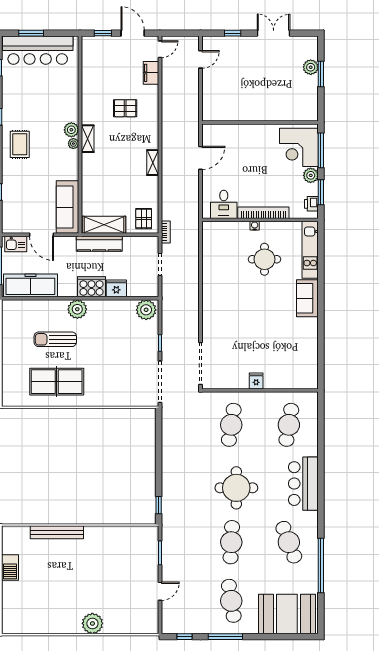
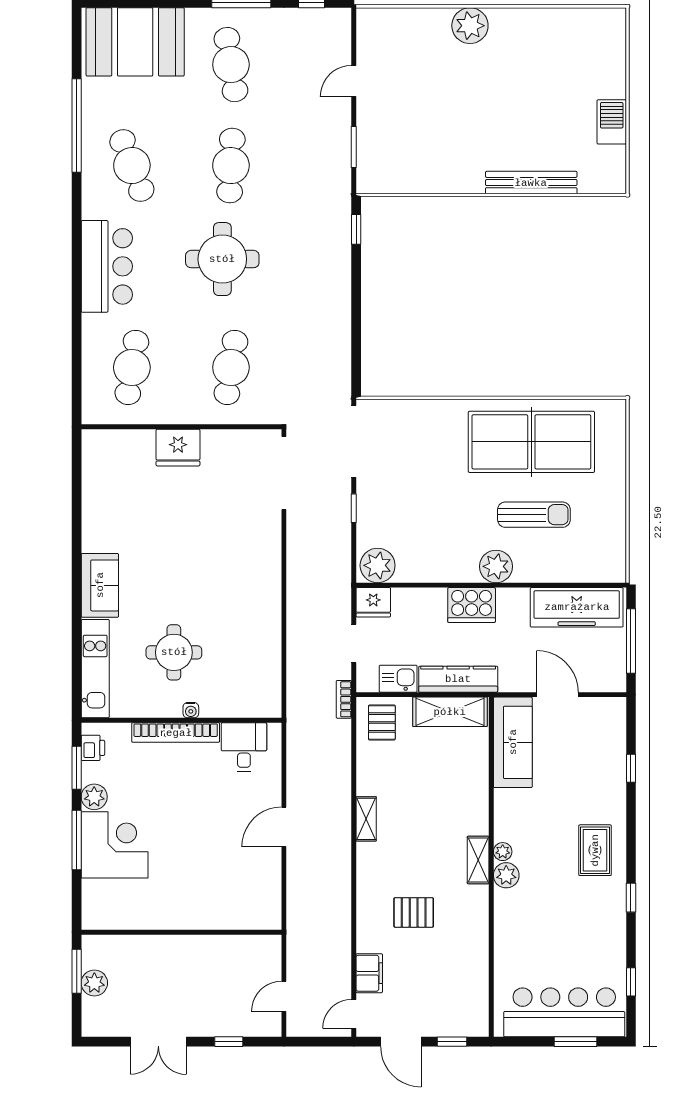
wall: (260, 122) -> (181, 932), moved
kitchen sink: (16, 244) -> (398, 679), moved
fridge: (116, 288) -> (373, 602), moved
fridge: (256, 381) -> (178, 448), width x1.88, depth x1.34
table tennis table: (57, 382) -> (531, 442), width x1.36, depth x1.32

